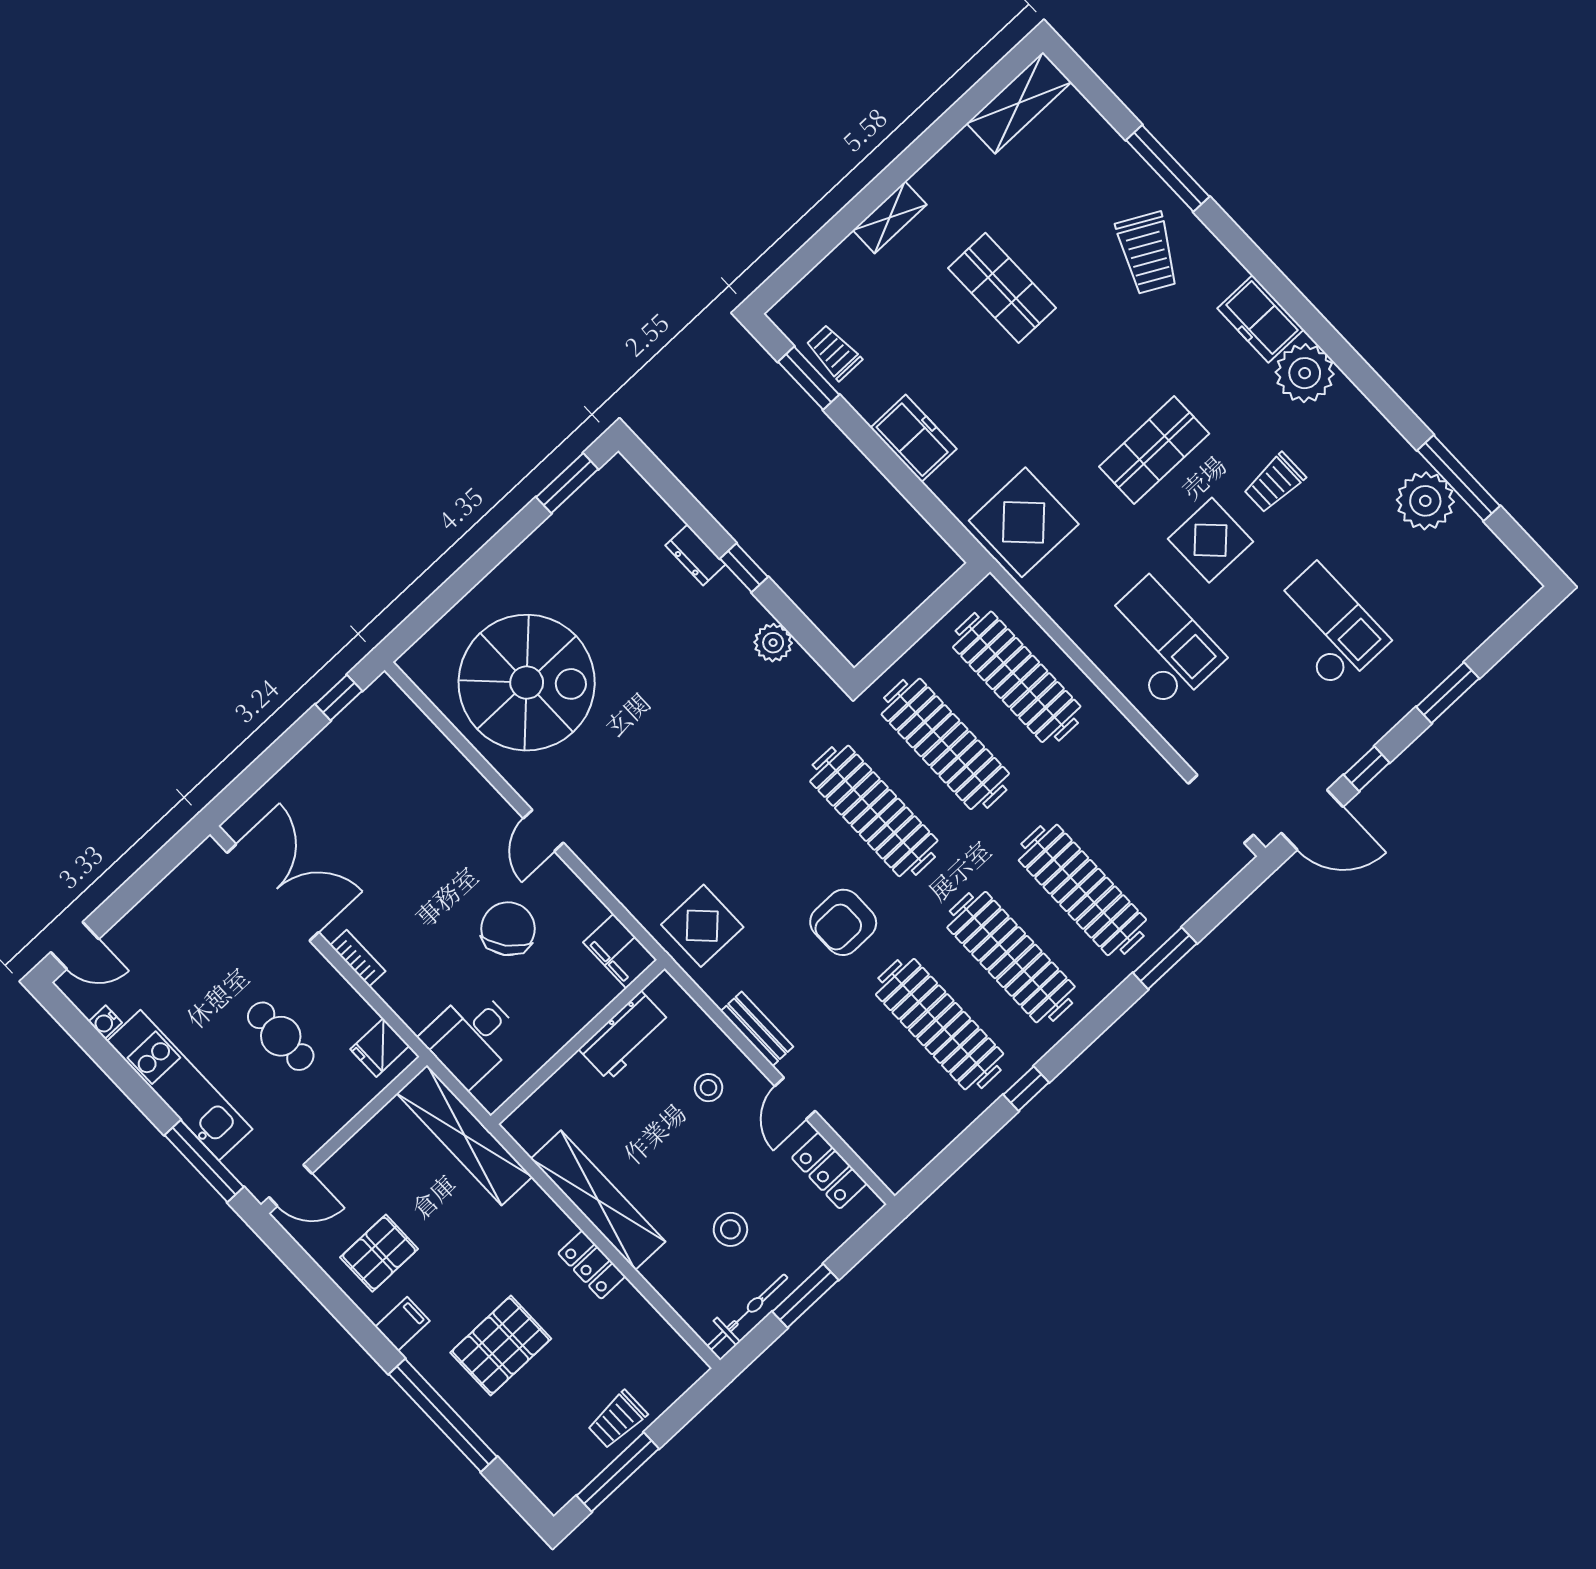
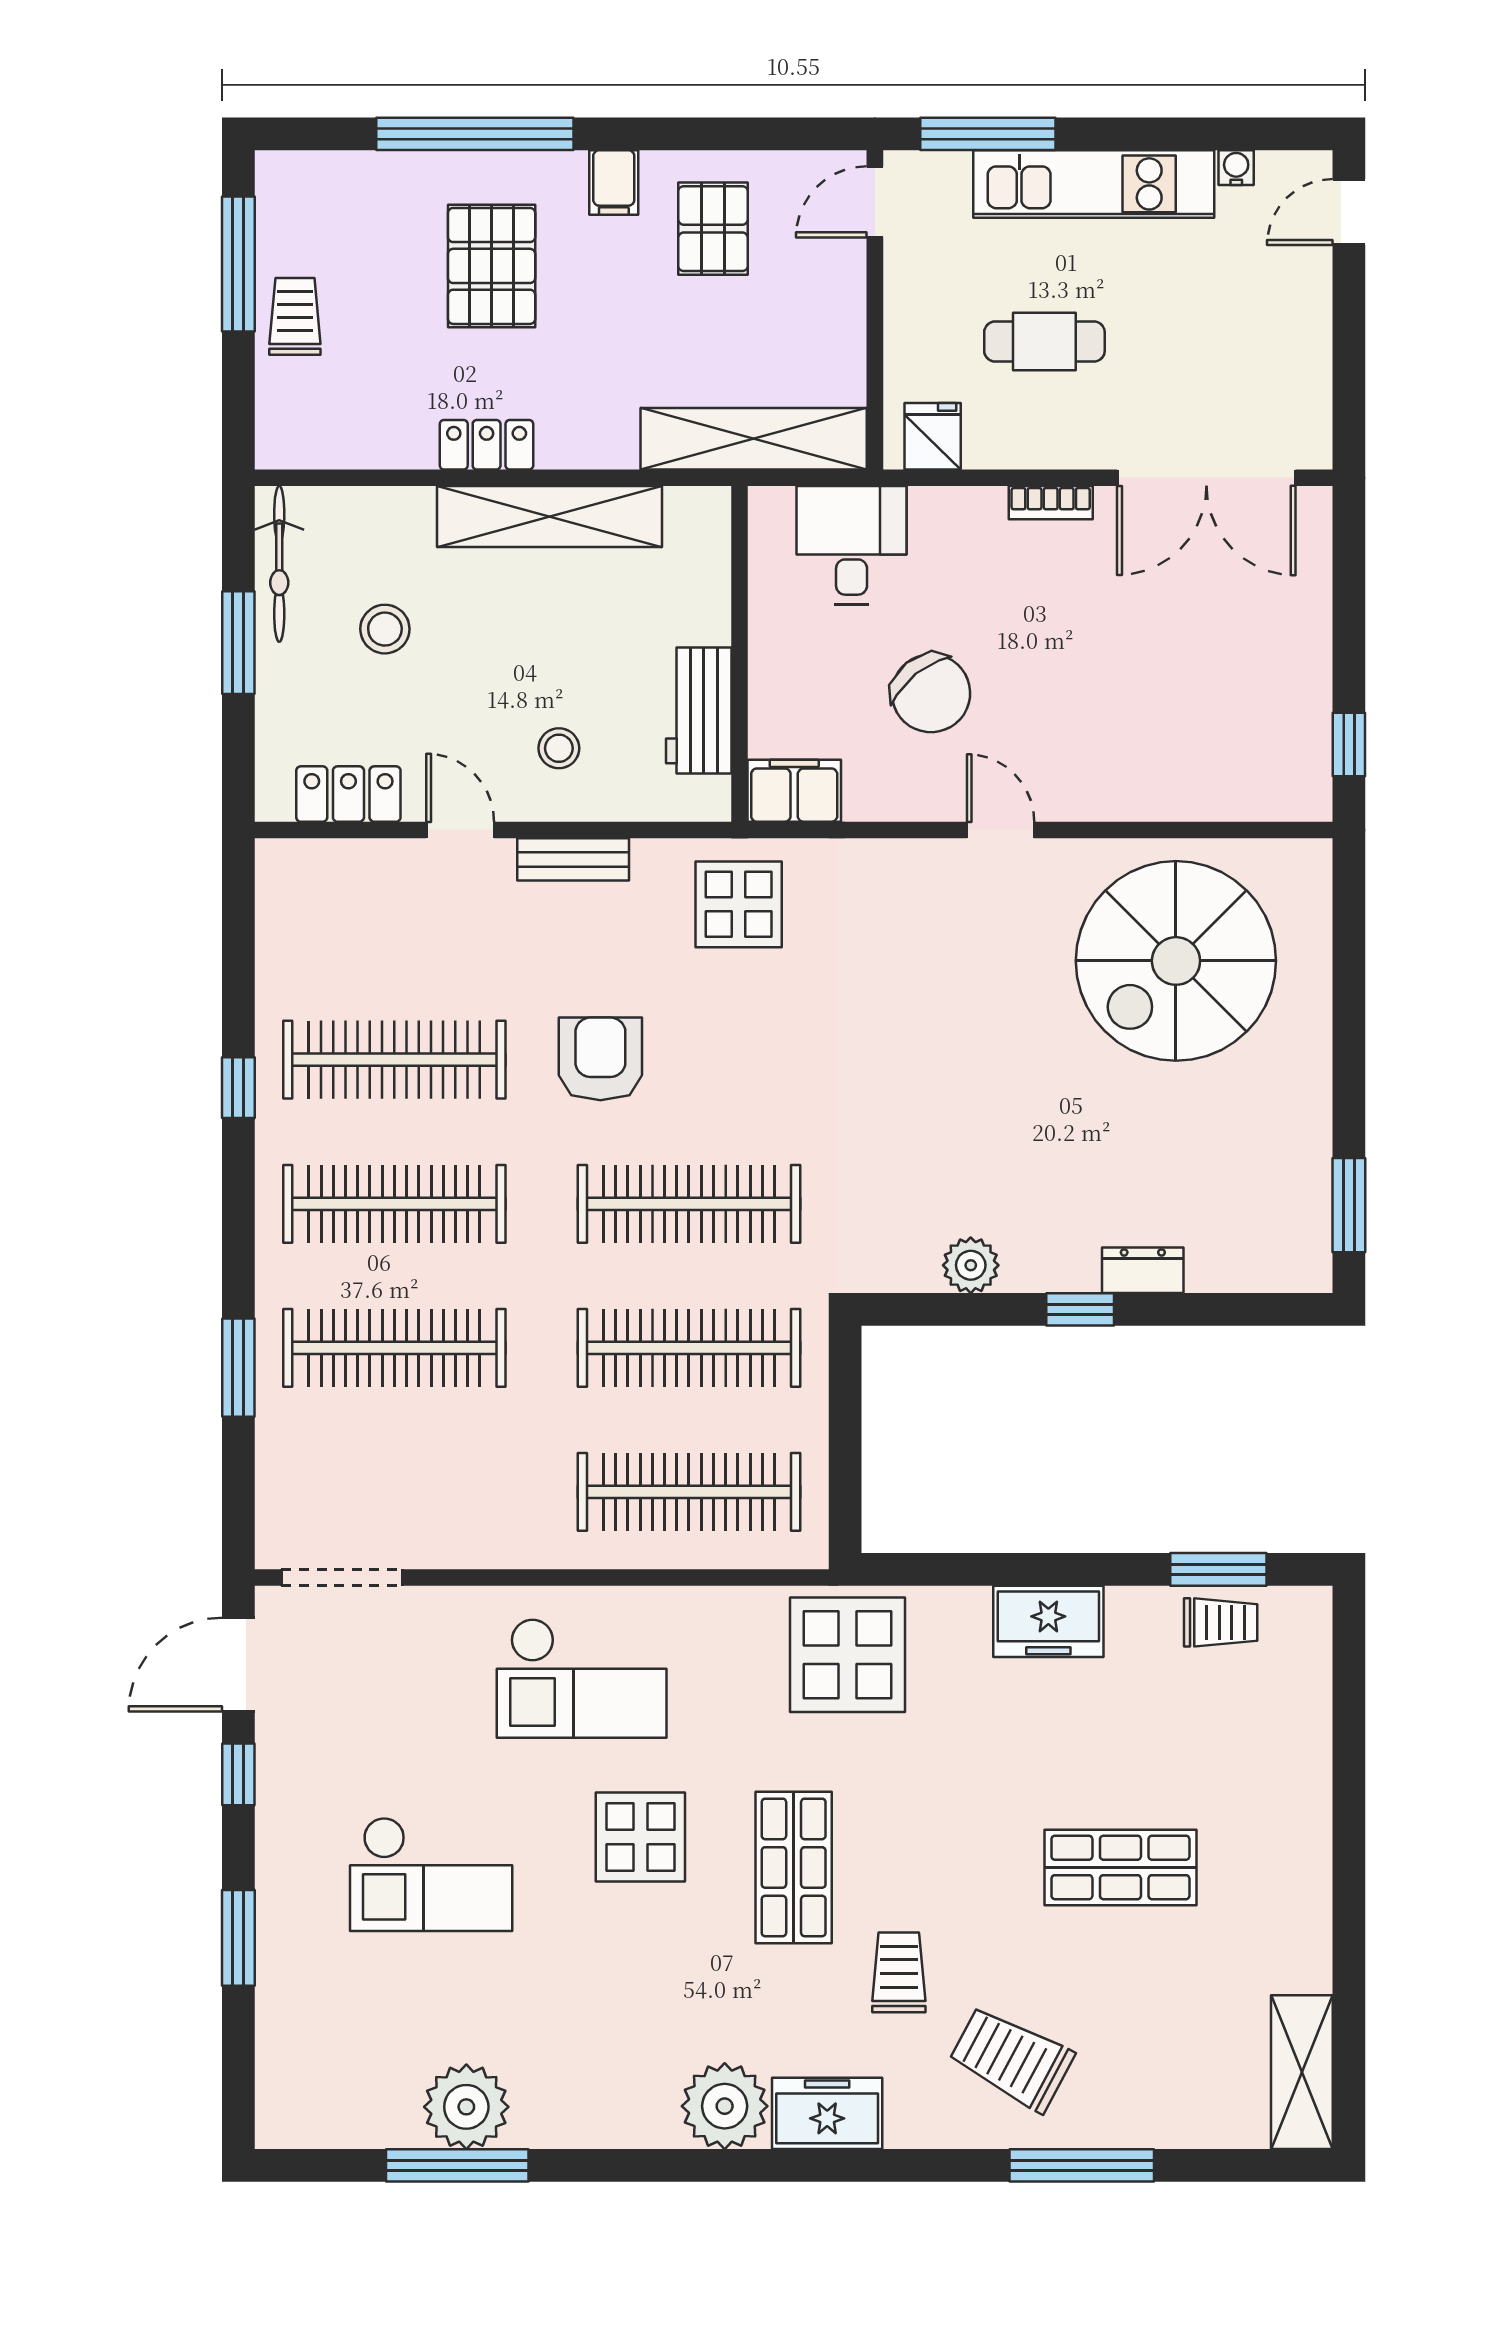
shelving: (890, 217) -> (1309, 1818), removed
trolley: (1274, 483) -> (899, 1972), moved

